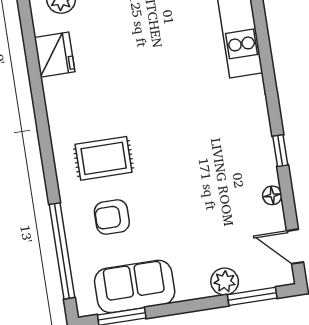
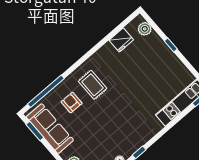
sofa: (135, 286) -> (50, 129), width x1.36

